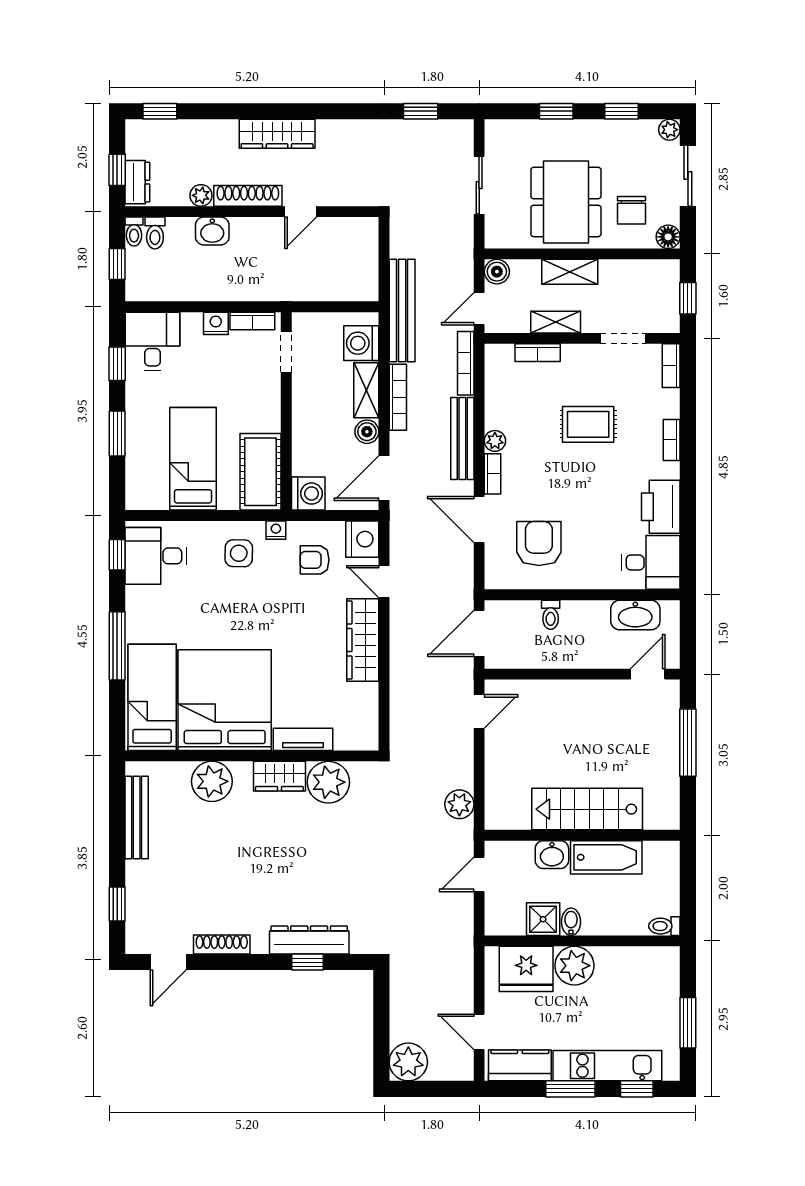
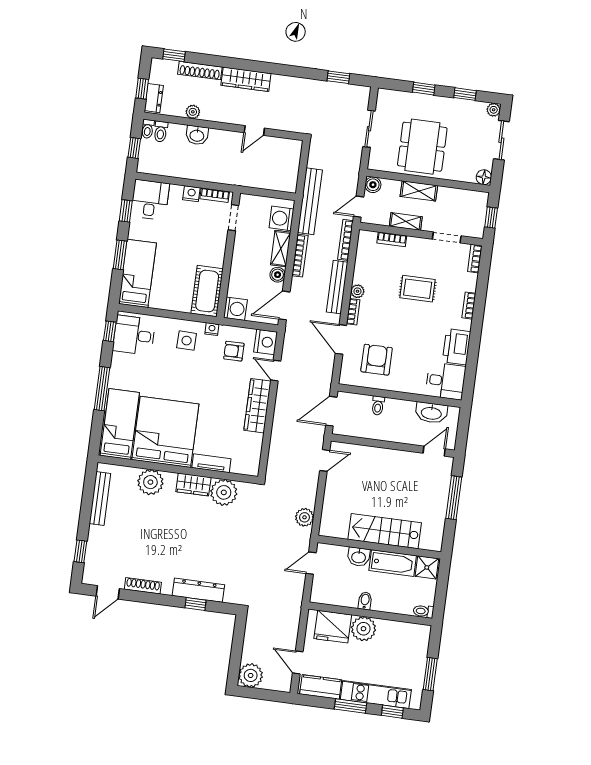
shoe rack: (248, 196) -> (200, 71), moved, turned 180
chair: (631, 210) -> (463, 157), removed
bed: (193, 459) -> (137, 273), moved
shower: (543, 919) -> (427, 567), moved

